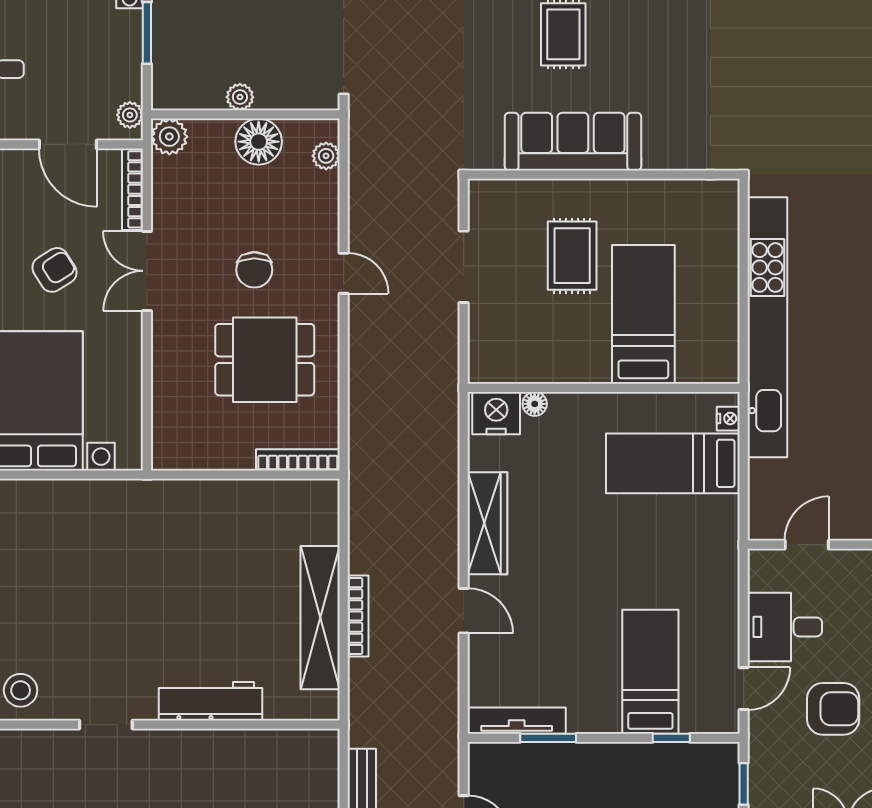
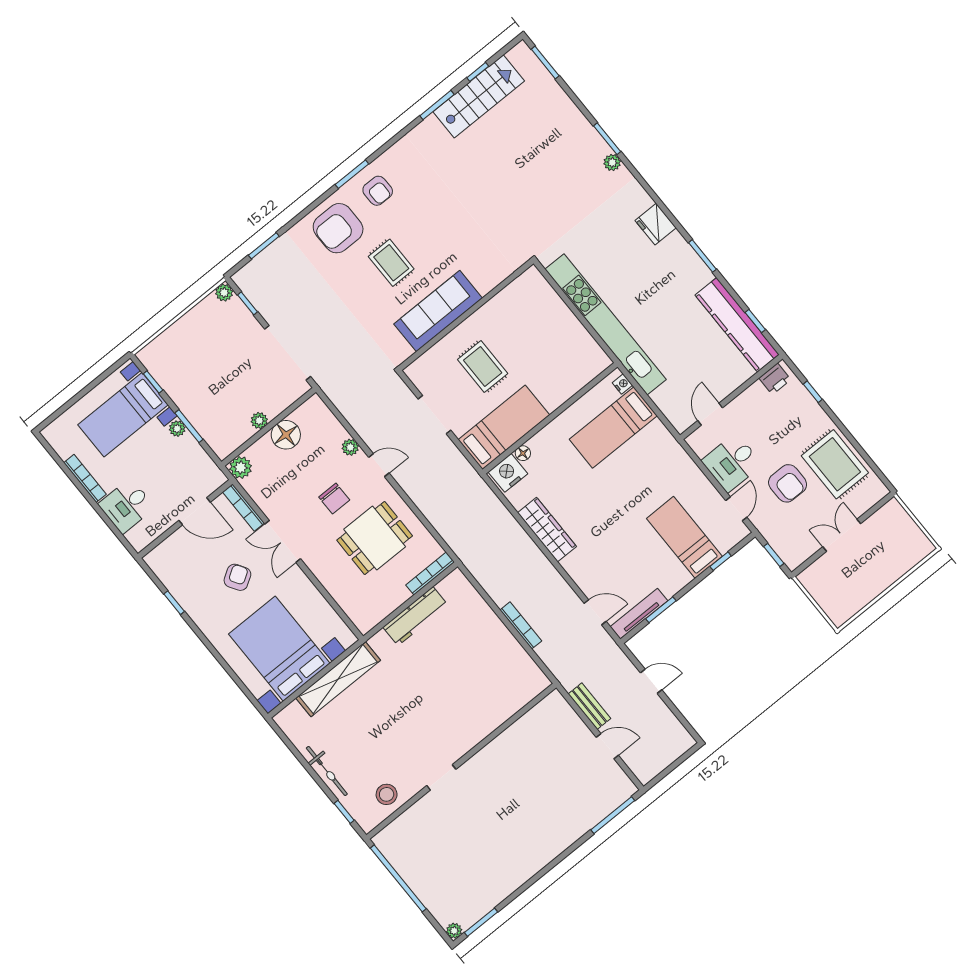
plant: (130, 115) -> (177, 429), moved
plant: (326, 156) -> (350, 447), moved
bed: (643, 314) -> (504, 427), moved, turned 90
door: (464, 611) -> (595, 612), moved
shelving: (320, 618) -> (338, 679), moved, turned 90
workbench: (210, 701) -> (415, 616), moved, turned 180
armchair: (833, 709) -> (788, 483), turned 90

